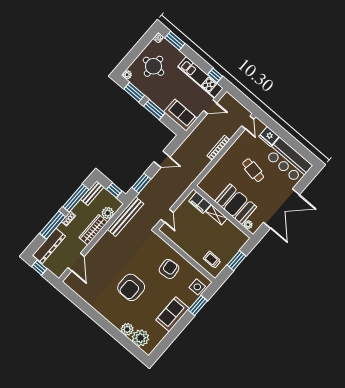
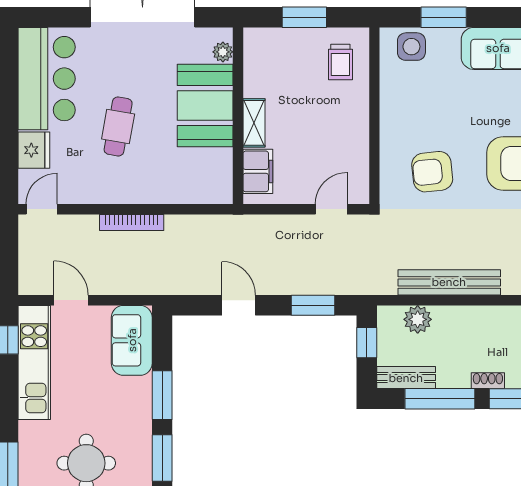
bench: (125, 217) -> (449, 282), moved
wardrobe: (93, 230) -> (470, 319), removed
armchair: (169, 269) -> (432, 172), moved

